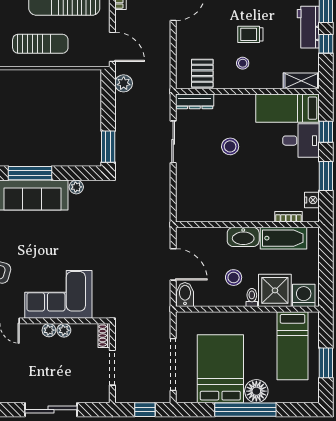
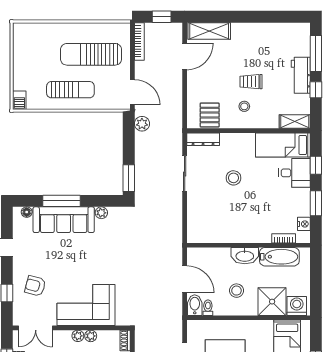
toilet: (252, 297) -> (208, 308), moved

